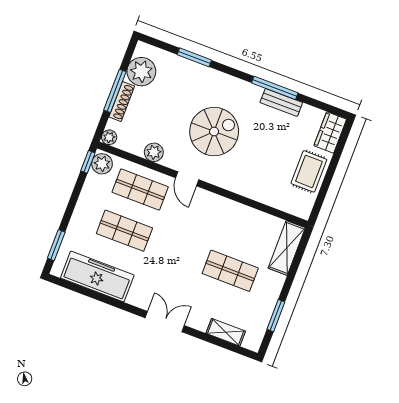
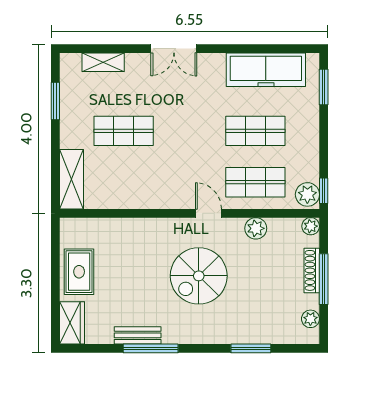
plant: (141, 72) -> (310, 319), width x0.53, depth x0.53

